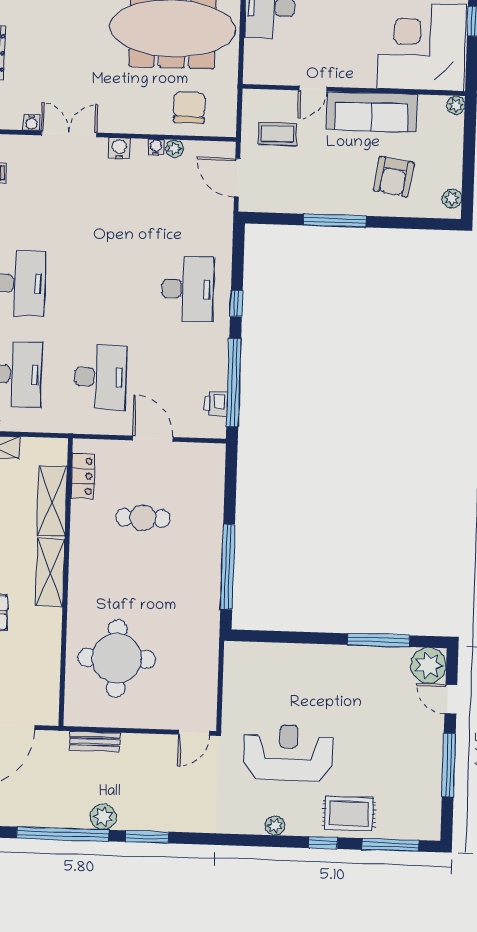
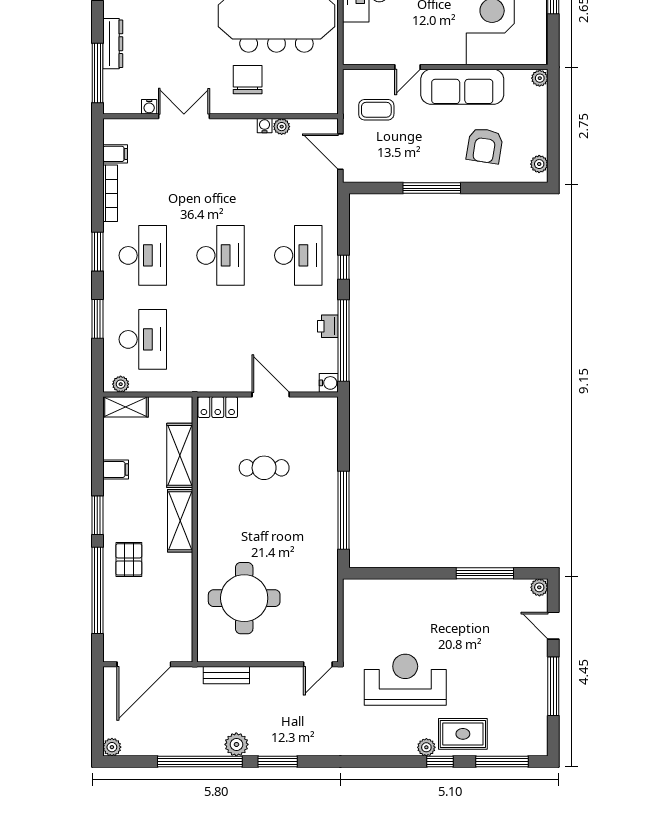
chair: (189, 107) -> (248, 80), moved
water cooler: (119, 148) -> (329, 383), moved, turned 90
desk: (100, 377) -> (221, 255), moved
printer: (216, 404) -> (328, 326), moved
locker: (83, 476) -> (218, 407), moved, turned 90
plant: (428, 665) -> (539, 587), width x0.53, depth x0.53
plant: (275, 826) -> (426, 747), moved

